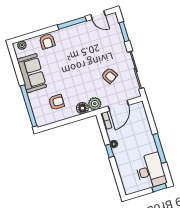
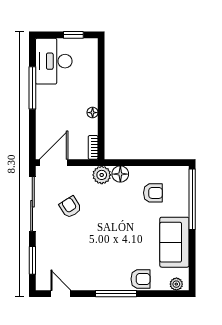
window: (72, 23) -> (116, 294), moved
armchair: (47, 41) -> (141, 279), turned 90
armchair: (56, 102) -> (153, 193), turned 180
door: (118, 106) -> (54, 163), moved
window: (110, 151) -> (101, 105), removed
window: (159, 188) -> (73, 35), moved

